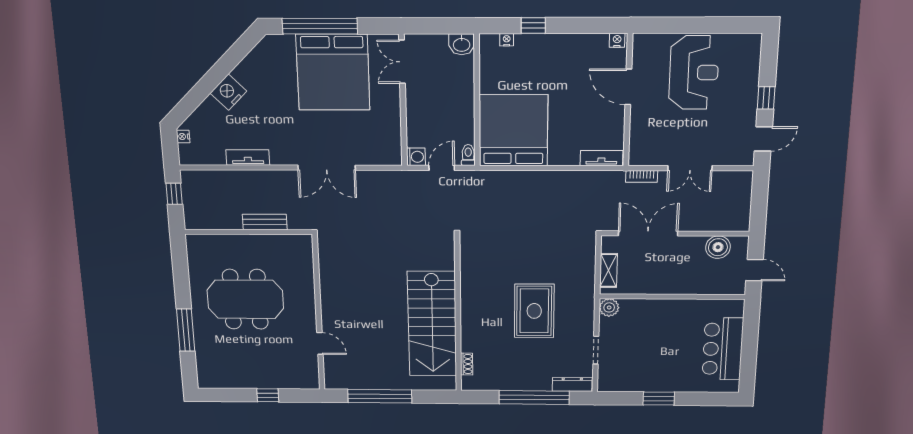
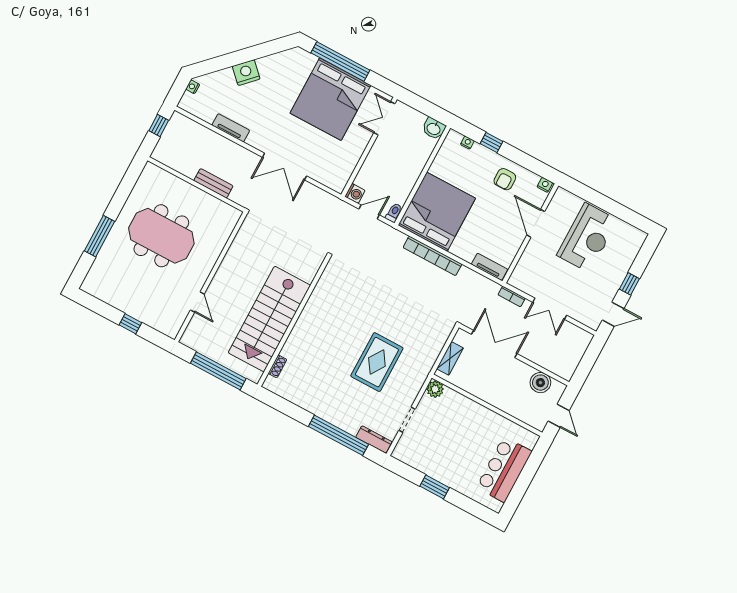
armchair: (569, 57) -> (505, 179), added
bookcase: (534, 178) -> (432, 256), added
wall: (458, 314) -> (294, 321), moved
stairs: (432, 324) -> (269, 319), moved
shoe rack: (467, 364) -> (277, 366), moved

